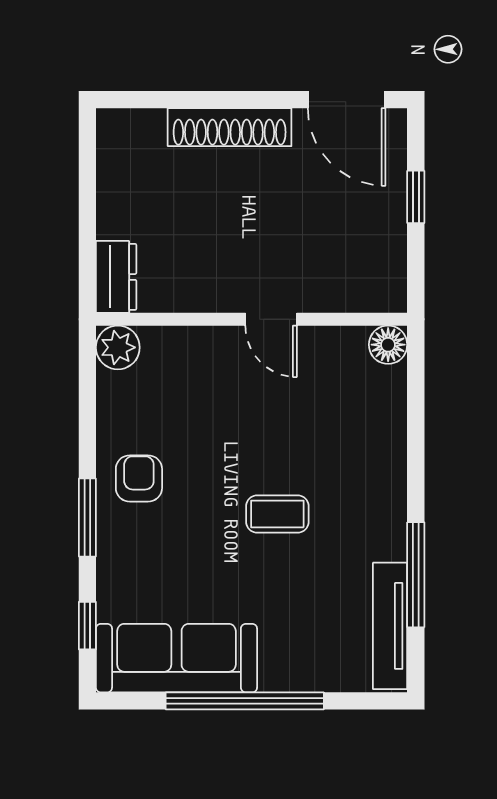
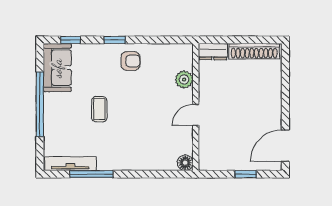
shoe rack: (230, 127) -> (254, 51), moved, turned -90
plant: (118, 347) -> (184, 80), moved
coffee table: (277, 514) -> (99, 109), moved
window: (87, 518) -> (115, 40), width x0.67
sofa: (176, 658) -> (57, 68), width x0.73

